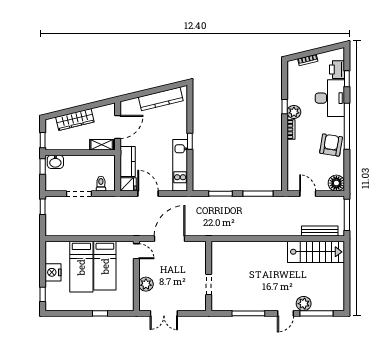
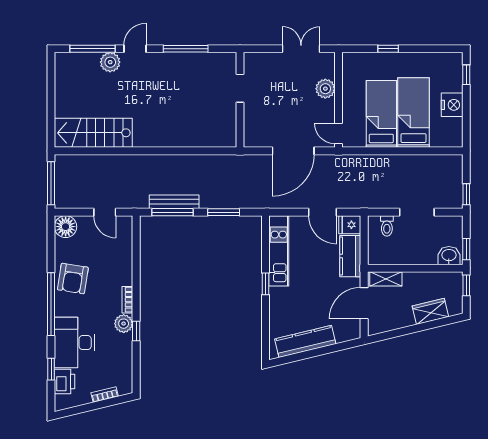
wardrobe: (75, 119) -> (430, 311), width x0.67
bench: (320, 231) -> (174, 202), moved

